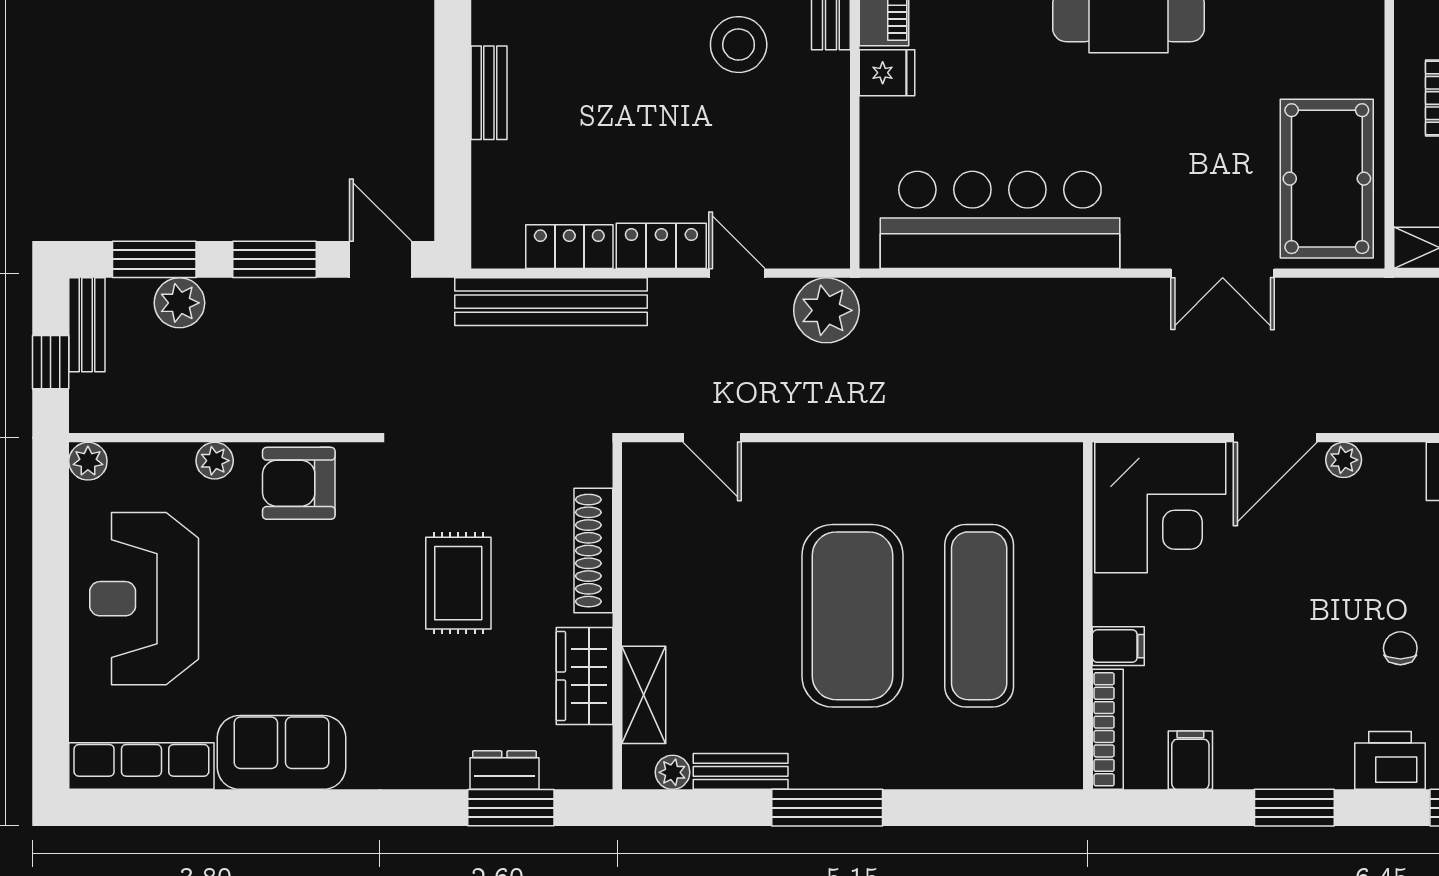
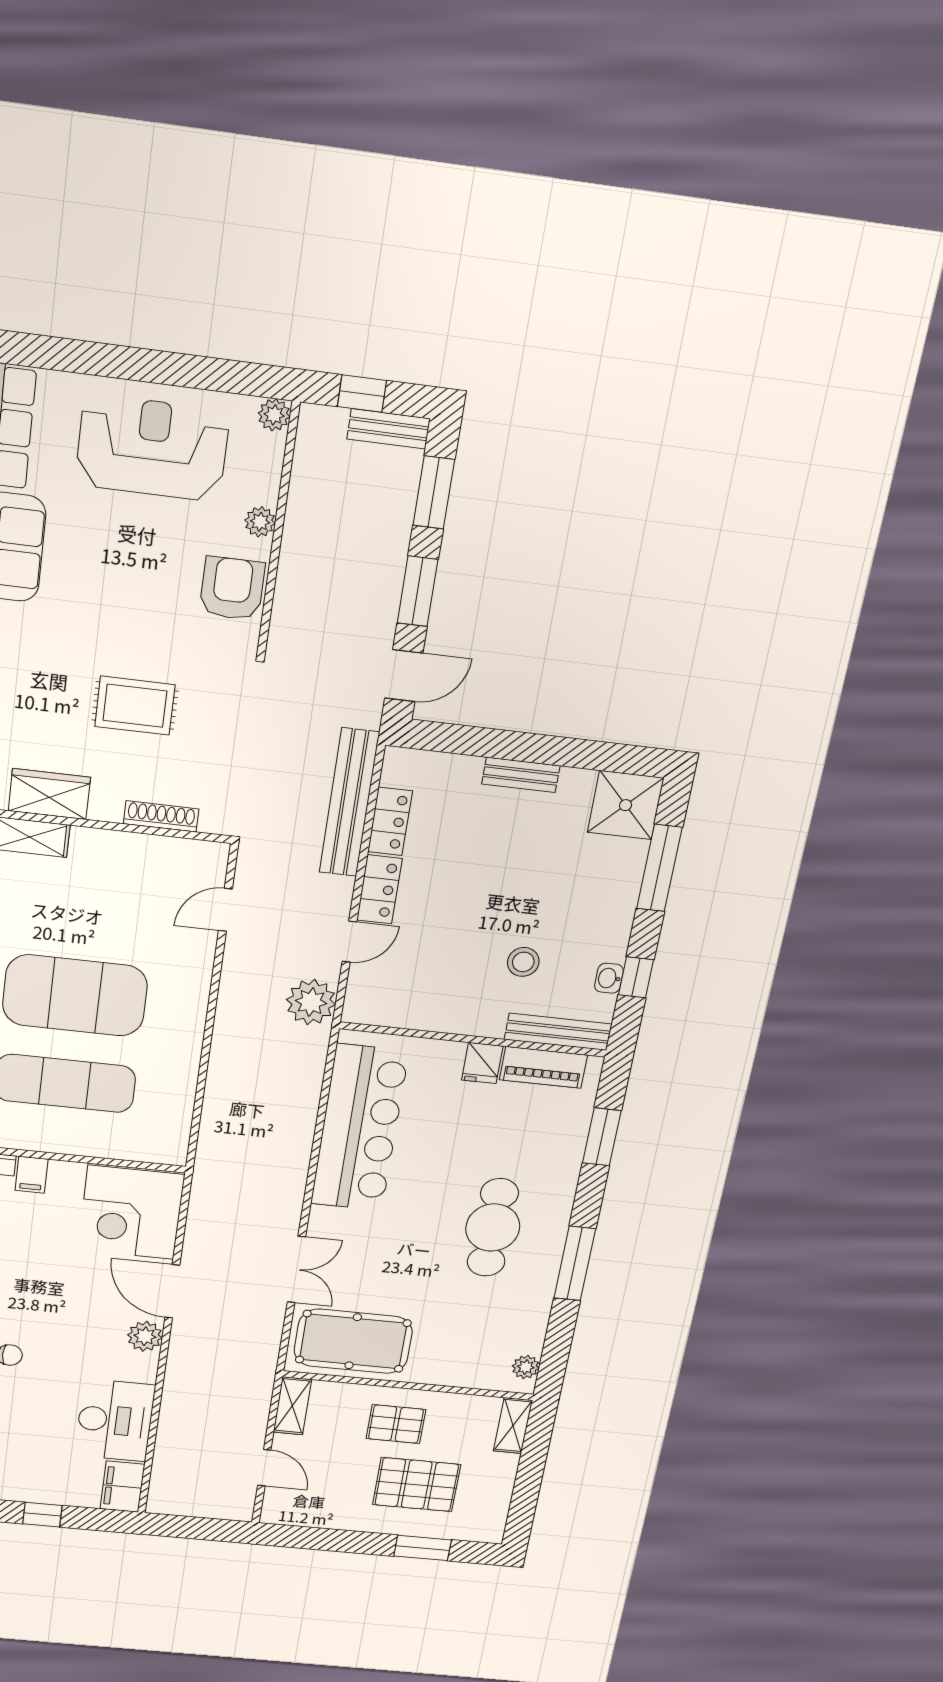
stool: (739, 45) -> (523, 962), width x0.73, depth x0.73
double door: (1223, 273) -> (296, 1269), swing flipped
plant: (179, 303) -> (395, 509), removed
plant: (1344, 460) -> (145, 1336), width x1.38, depth x1.38
shoe rack: (593, 551) -> (161, 816), width x0.74, depth x0.81

